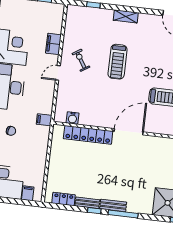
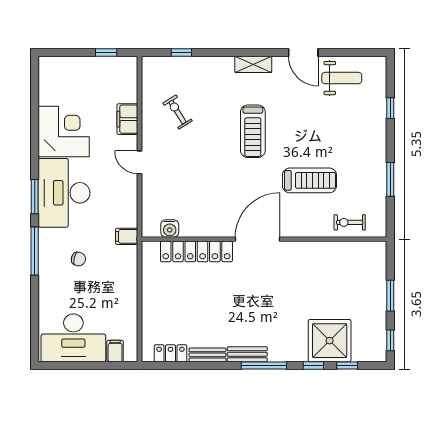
shelving: (126, 16) -> (253, 64), moved
exercise bike: (81, 60) -> (177, 112), moved
treadmill: (118, 62) -> (253, 131), moved
door: (58, 73) -> (139, 162), hinge flipped
window: (94, 211) -> (313, 365), moved

